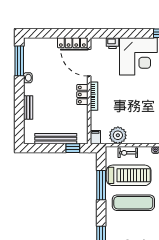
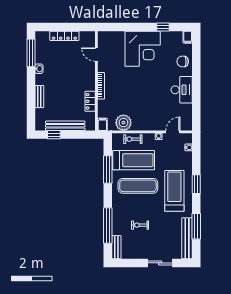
locker: (72, 43) -> (64, 36), moved
printer: (113, 43) -> (118, 36), removed
door: (89, 63) -> (96, 55), width x0.53
locker: (82, 95) -> (90, 101), moved
window: (73, 148) -> (54, 135), moved

